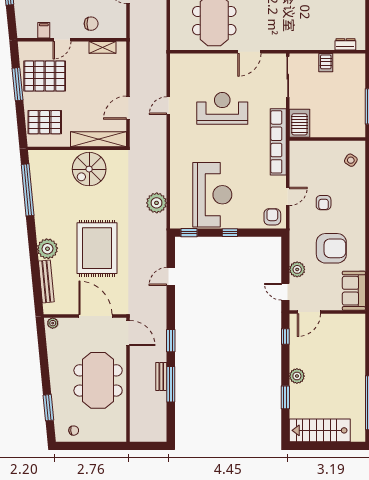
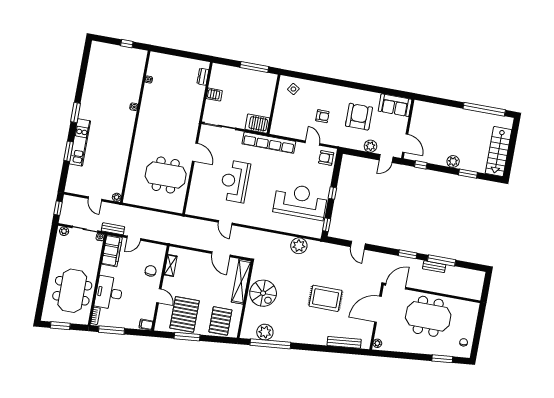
filing cabinet: (44, 30) -> (146, 325), moved
rug: (97, 248) -> (325, 298), width x0.73, depth x0.69
plant: (47, 249) -> (265, 332), moved

